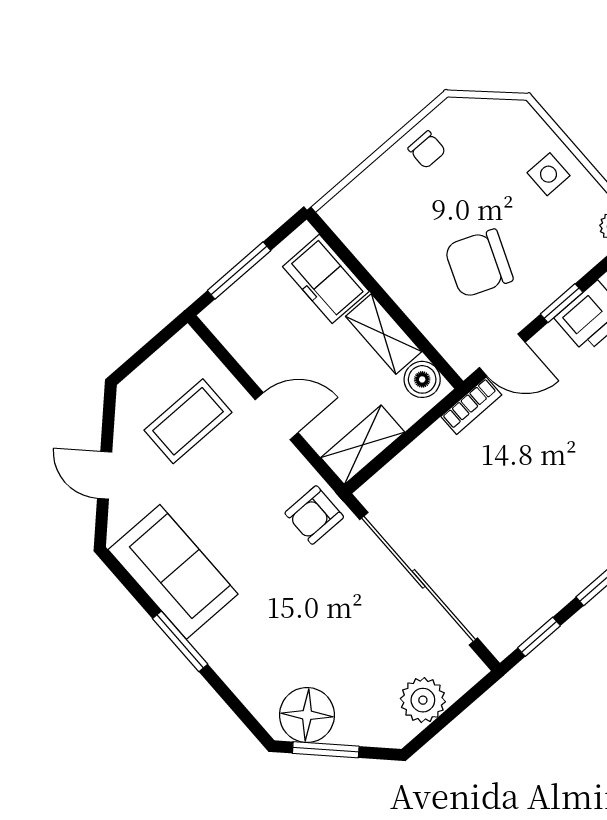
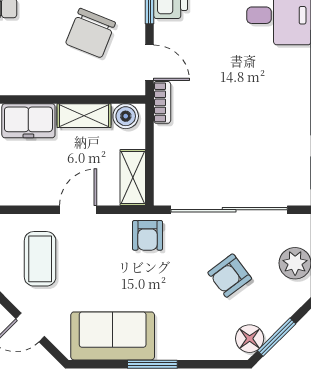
door: (502, 355) -> (150, 63), hinge flipped
armchair: (348, 641) -> (230, 276), added
floor lamp: (307, 715) -> (250, 339), width x0.73, depth x0.73

